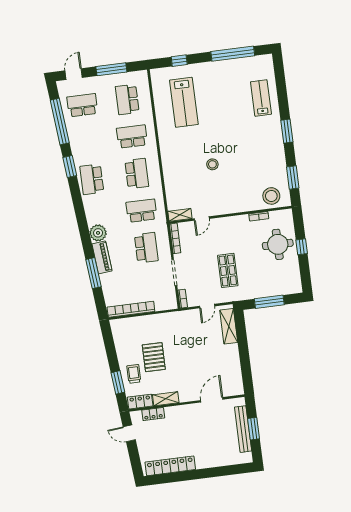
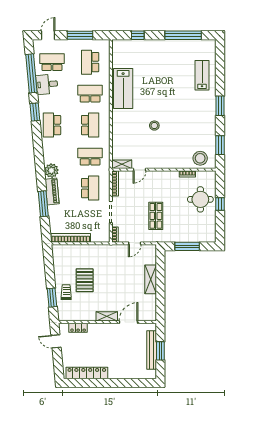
lab bench: (184, 102) -> (123, 89), moved
desk: (80, 132) -> (47, 84), added
shelving: (229, 326) -> (151, 279), moved
shelving: (166, 399) -> (107, 316), moved
locker: (140, 402) -> (69, 316), removed

